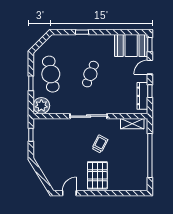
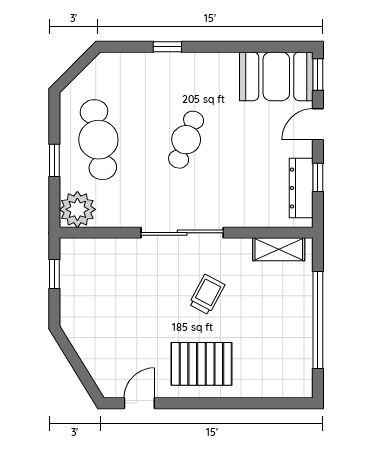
pallet: (97, 175) -> (201, 364), turned 90

